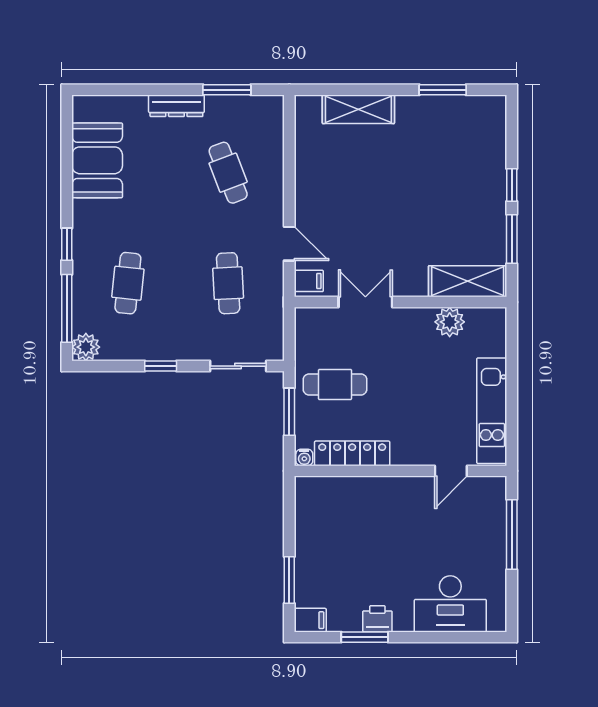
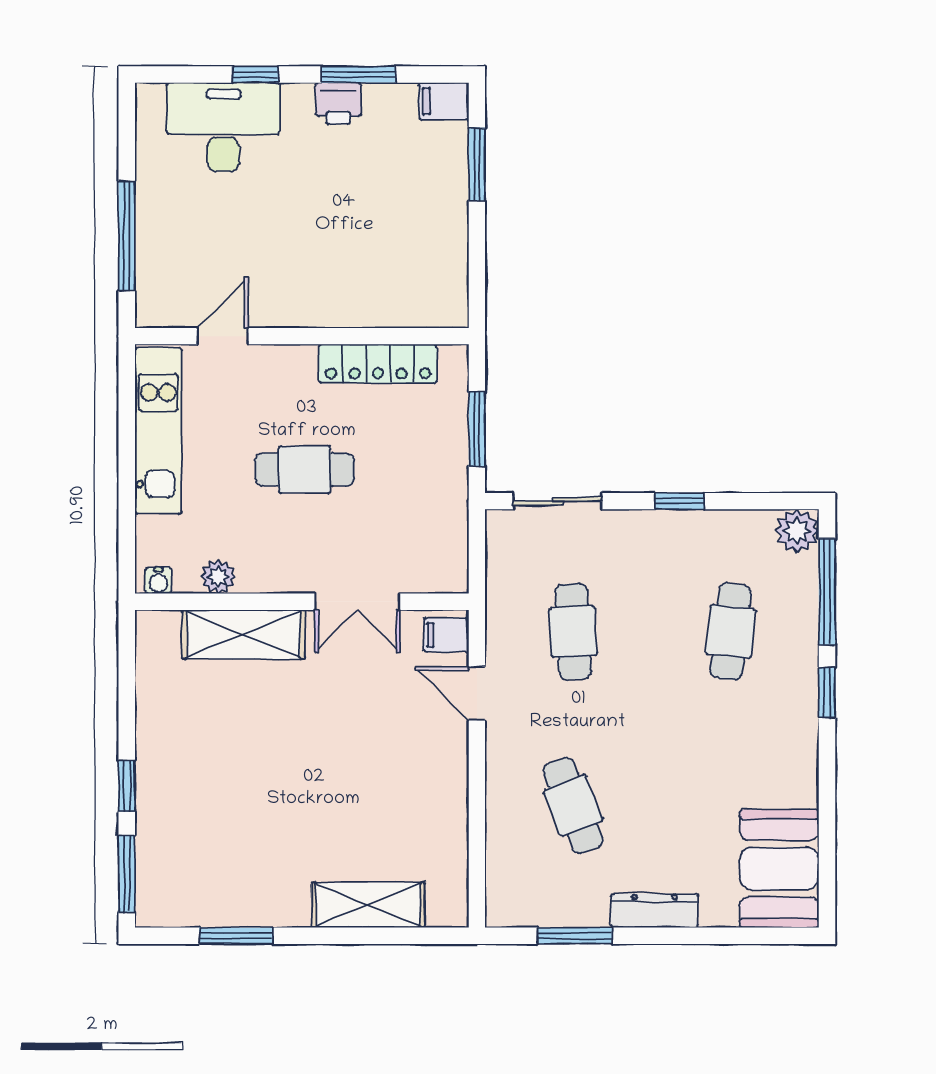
booth: (97, 160) -> (779, 869), moved
window: (512, 239) -> (127, 874), moved
shelving: (468, 281) -> (243, 634), moved
plant: (450, 322) -> (218, 577), width x0.73, depth x0.73
cafe table: (335, 384) -> (305, 470), moved
water cooler: (304, 457) -> (158, 581), moved, turned 180
window: (430, 637) -> (256, 75), added

